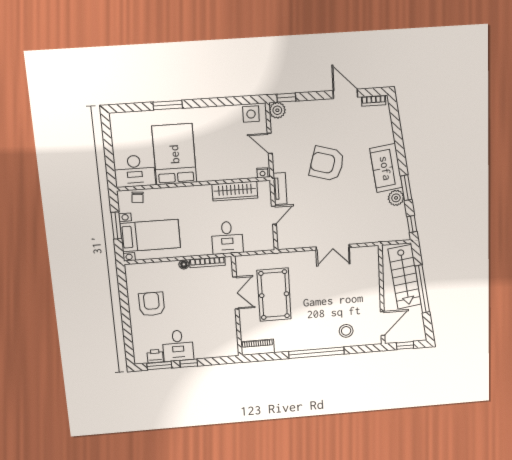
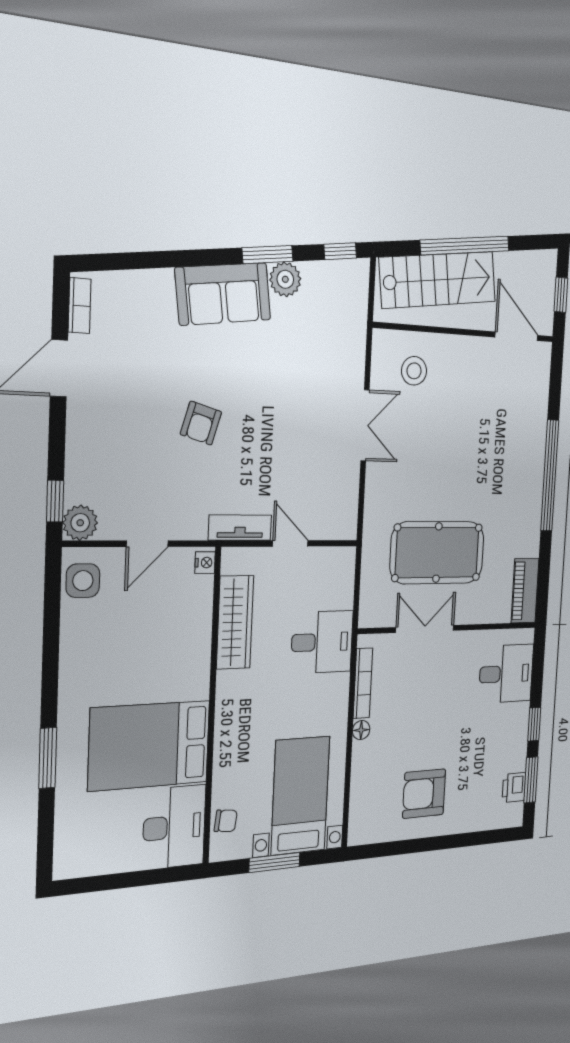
armchair: (327, 164) -> (201, 423), width x0.53, depth x0.53
stool: (346, 331) -> (414, 371), moved
desk: (178, 346) -> (506, 674), moved

